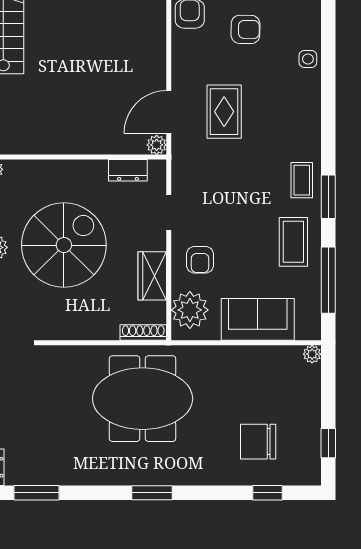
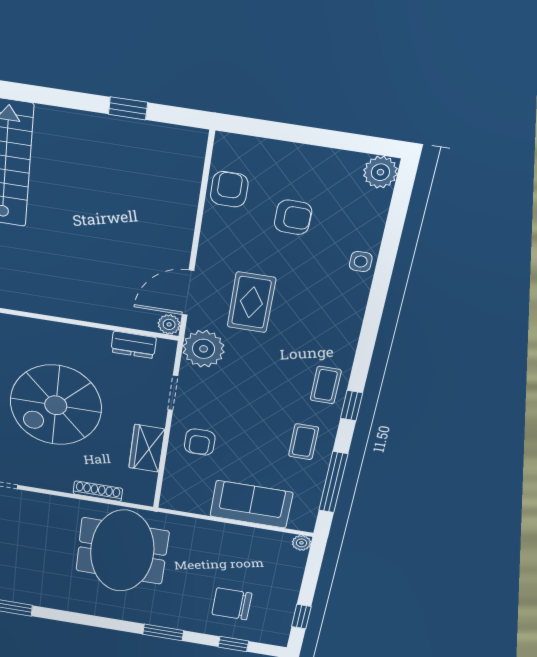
window: (328, 197) -> (351, 406), width x0.67
coffee table: (293, 242) -> (304, 442), width x0.73, depth x0.77
spiral stairs: (64, 245) -> (56, 405), turned 180
plant: (190, 310) -> (204, 349), moved
shoe rack: (143, 332) -> (98, 491), moved
meeting table: (143, 399) -> (122, 551), turned 90
window: (152, 493) -> (163, 632), moved

